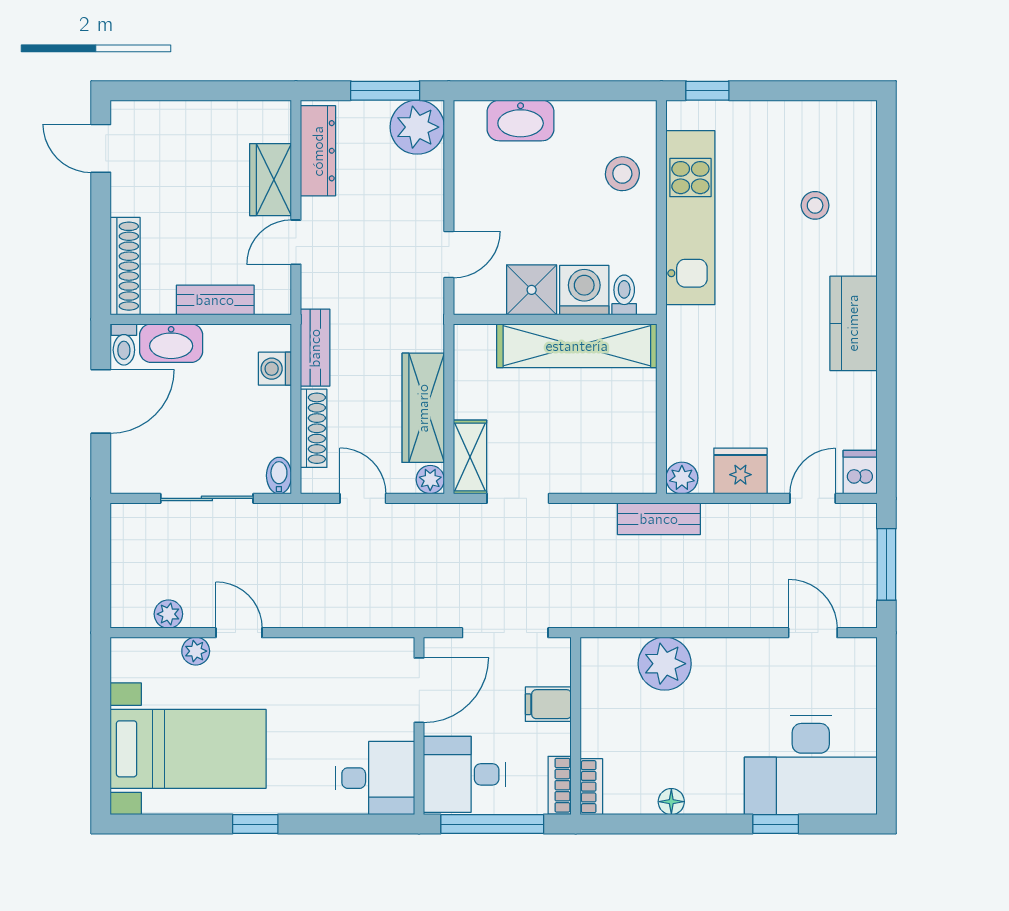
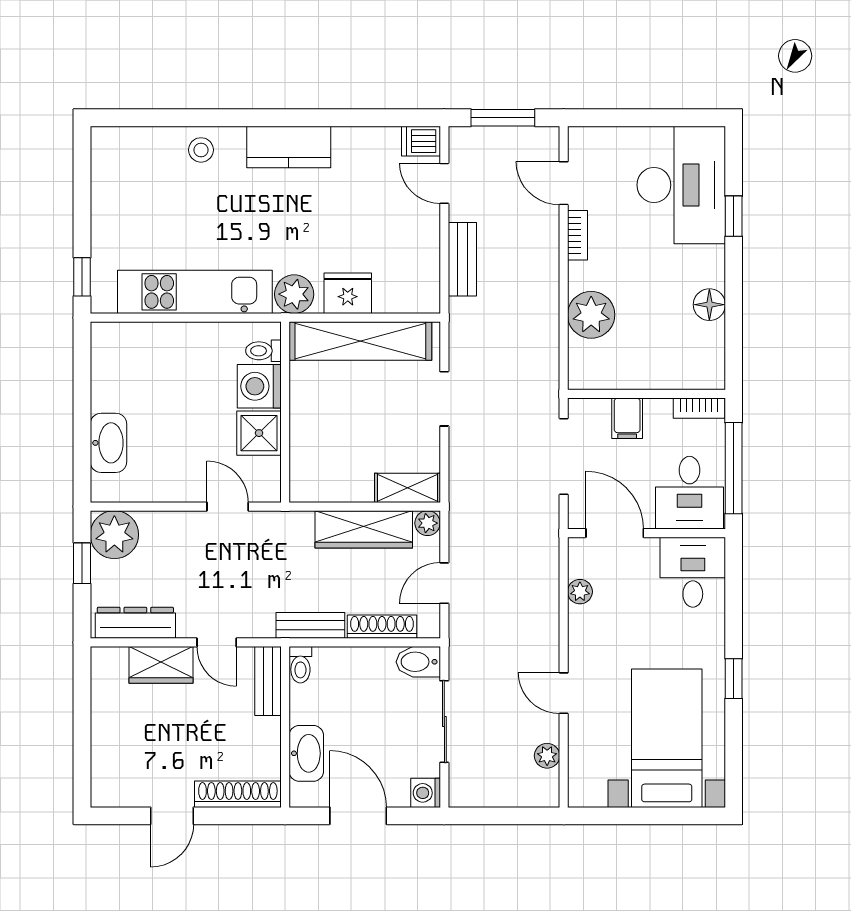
window: (385, 91) -> (82, 563), width x0.67
door: (101, 148) -> (172, 816), moved
stool: (622, 174) -> (156, 352), removed
stool: (815, 205) -> (201, 150), moved
bench: (215, 300) -> (268, 681), moved
toilet: (124, 344) -> (300, 665), moved, turned 90
shelving: (577, 346) -> (360, 341), moved, turned 90
washing machine: (275, 369) -> (426, 793), moved, turned 90
fridge: (740, 471) -> (348, 293), moved, turned 90
bidet: (279, 476) -> (418, 662), width x1.38, depth x1.36
plant: (682, 478) -> (294, 294), moved, width x1.38, depth x1.38
doorway: (518, 498) -> (444, 399), moved
bench: (659, 519) -> (462, 259), moved
door: (239, 633) -> (564, 693), hinge flipped
door: (813, 633) -> (564, 183), hinge flipped
plant: (196, 651) -> (580, 592), moved
bookcase: (591, 787) -> (578, 235), moved, turned 90
floor lamp: (671, 802) -> (709, 305), width x1.37, depth x1.37

